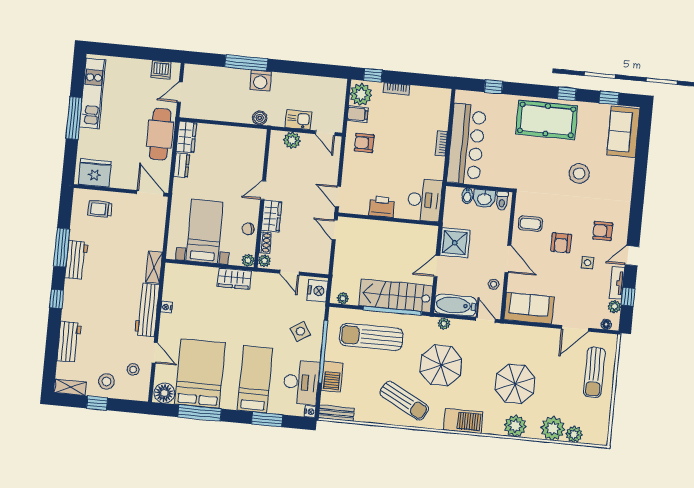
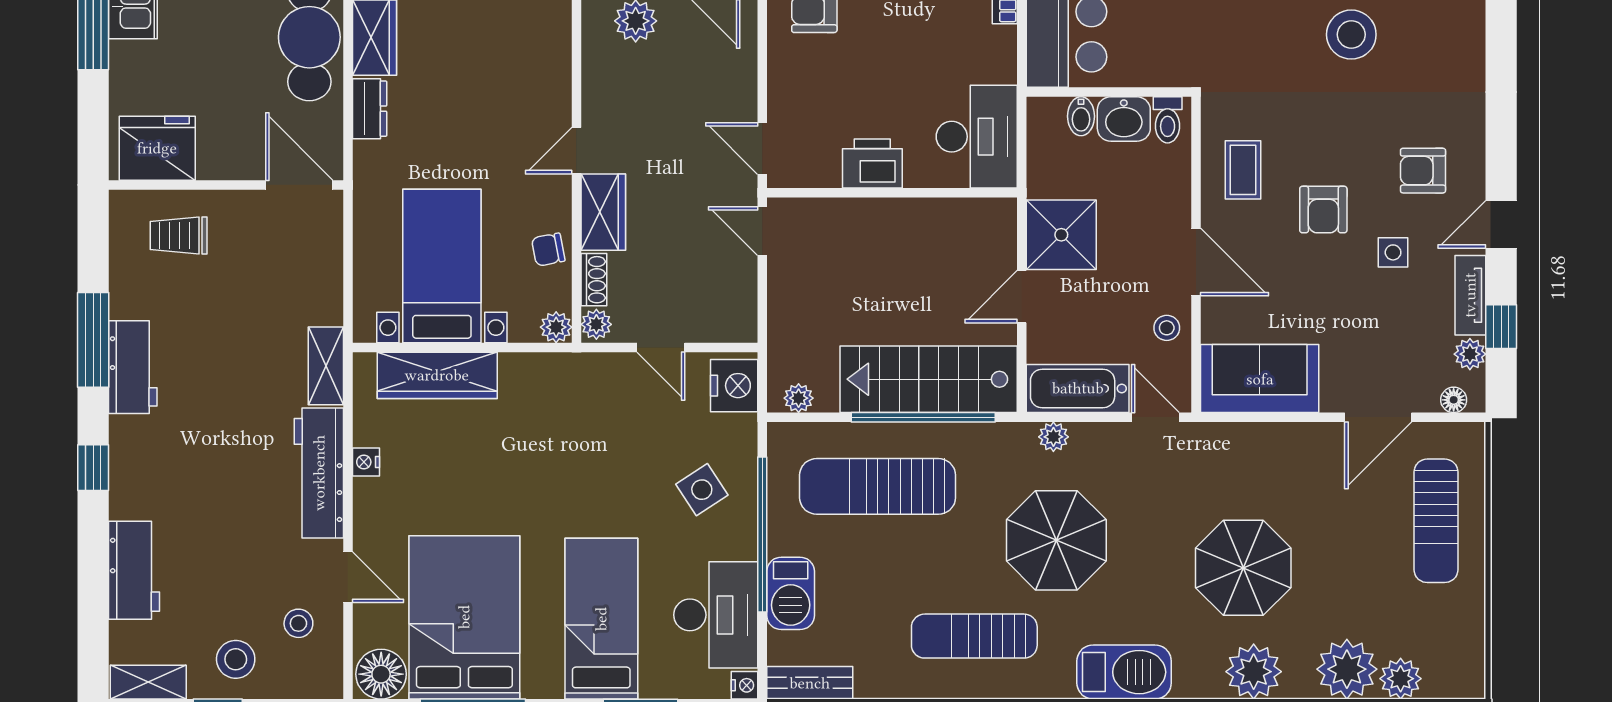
coffee table: (530, 224) -> (1243, 170), turned 90
wardrobe: (234, 279) -> (437, 375), moved, width x1.50
sun lounger: (404, 401) -> (974, 636), turned 152

